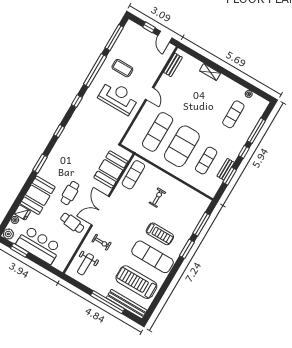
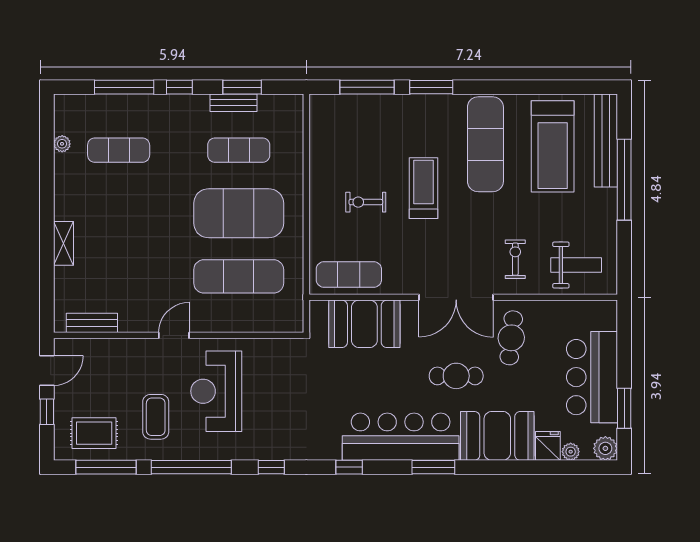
rug: (130, 41) -> (94, 433), added
bar counter: (59, 158) -> (401, 437), added
treadmill: (160, 234) -> (423, 188), moved

